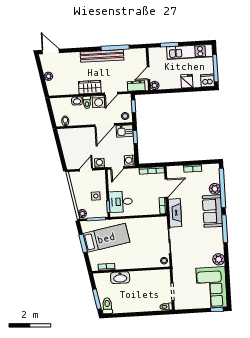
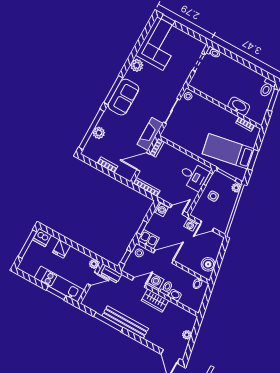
kitchen unit: (190, 52) -> (59, 284), moved
boiler: (66, 141) -> (208, 264), added
sofa: (212, 211) -> (123, 97), moved

